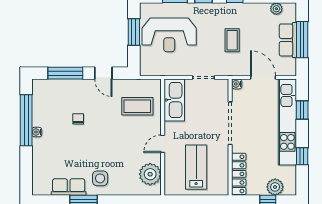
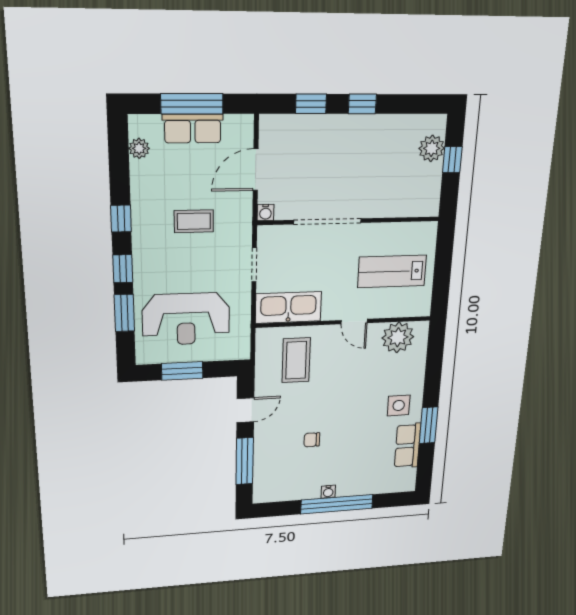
reception desk: (169, 35) -> (186, 319), turned 90
window: (26, 120) -> (337, 504), moved
kitchen unit: (287, 122) -> (330, 129), removed
window: (302, 156) -> (362, 104), moved
locker: (239, 174) -> (407, 206), removed

